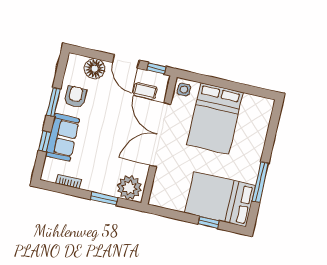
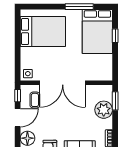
bed: (215, 118) -> (43, 32), moved
plant: (129, 188) -> (104, 110), moved
window: (104, 198) -> (115, 101), moved

